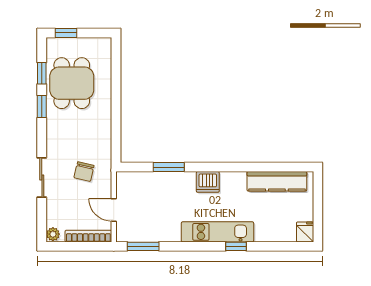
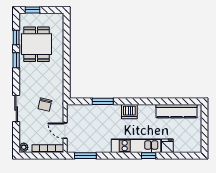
fridge: (305, 232) -> (167, 146), moved

